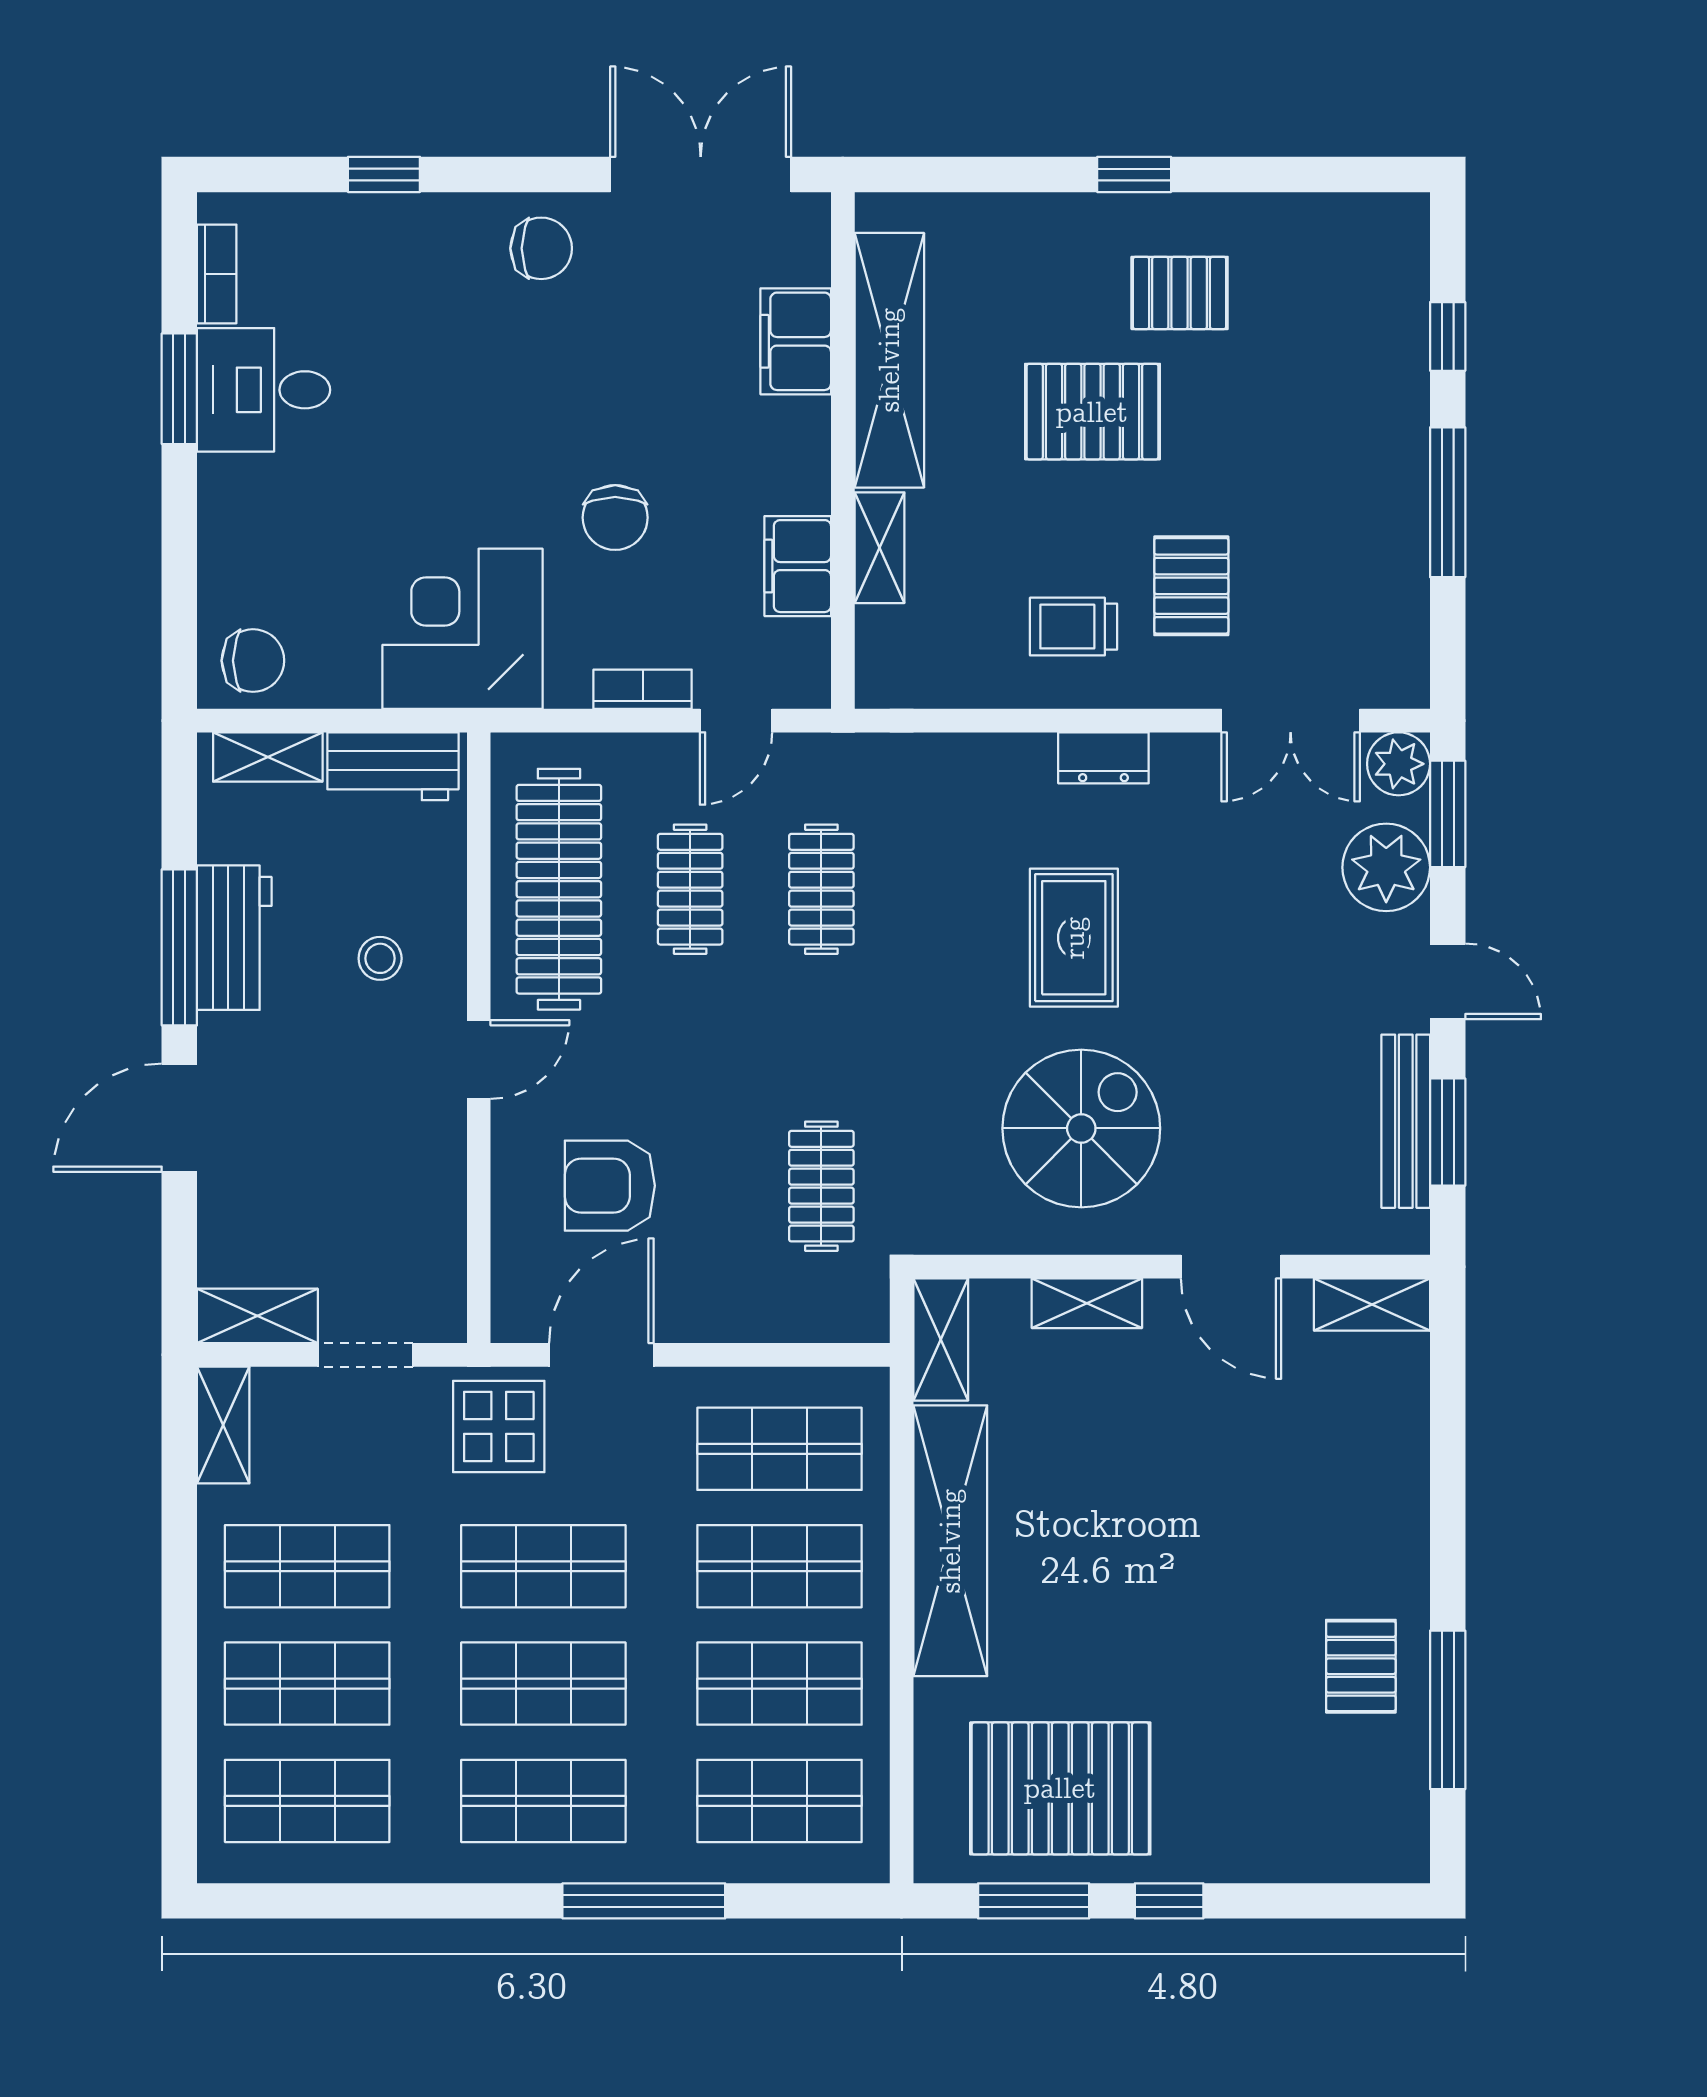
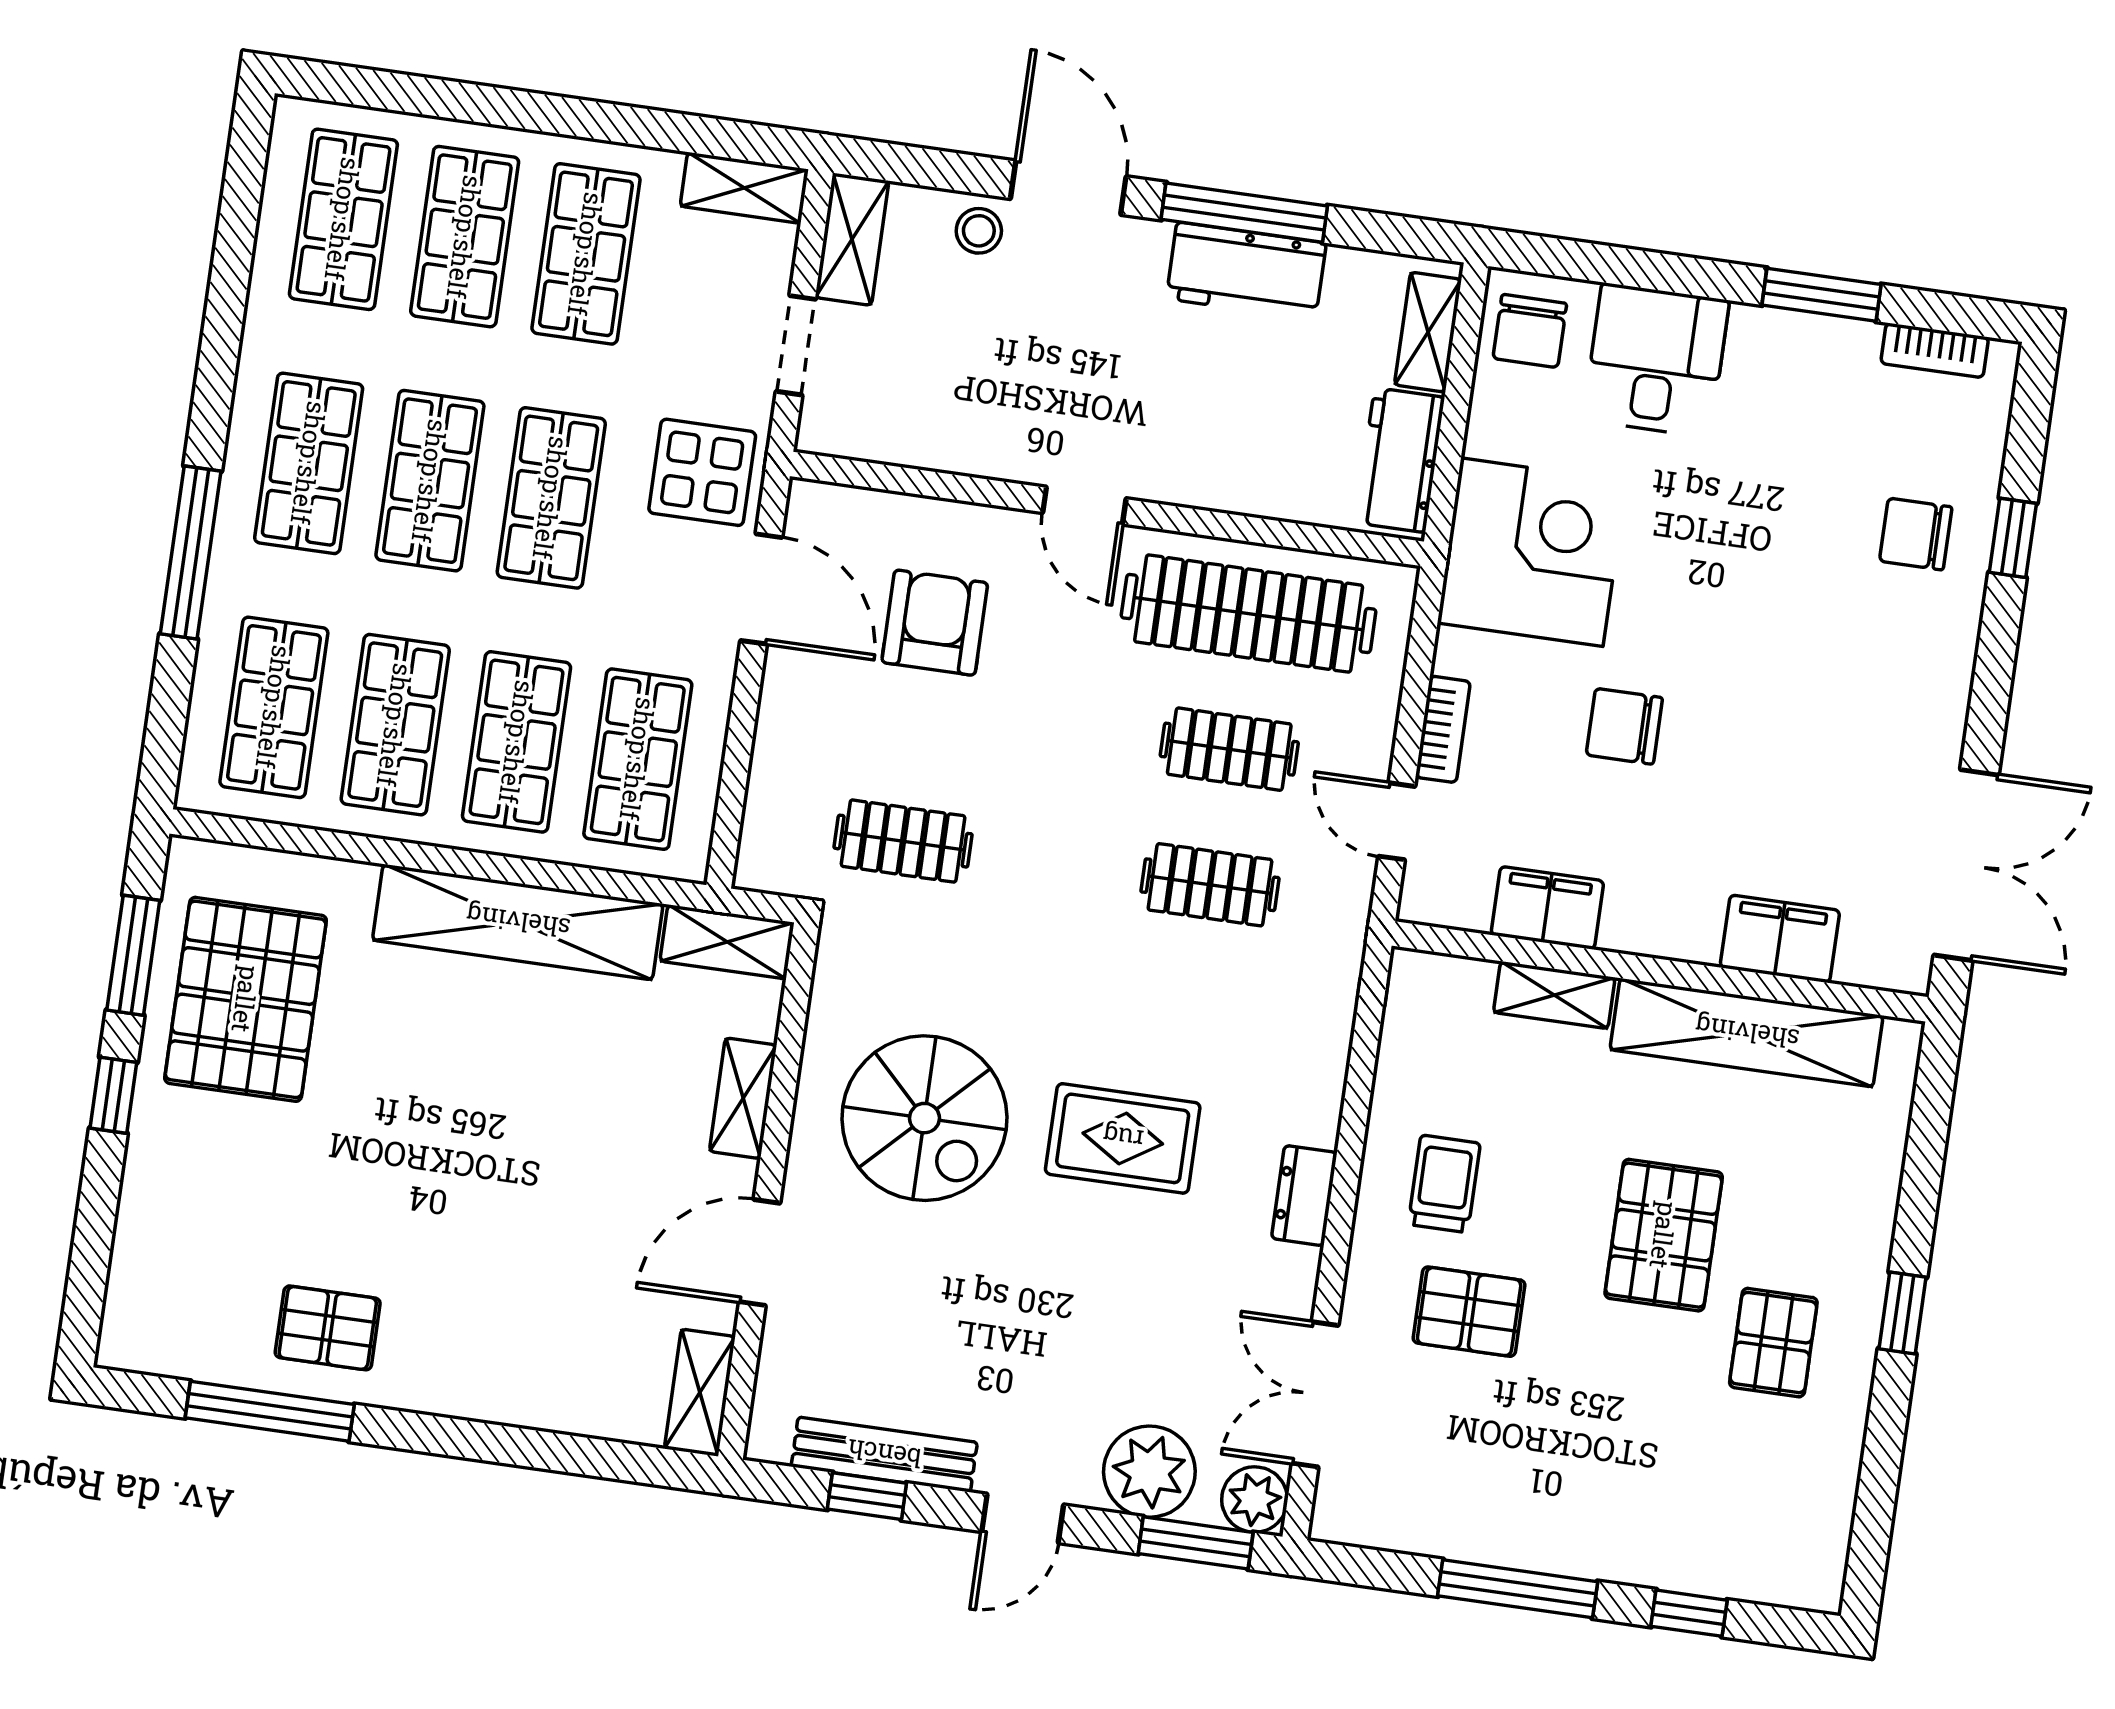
chair: (541, 248) -> (1916, 534), moved, turned 90
desk: (264, 390) -> (1656, 360), moved
stool: (380, 958) -> (979, 231), moved
window: (1448, 1132) -> (867, 1496), width x0.67

